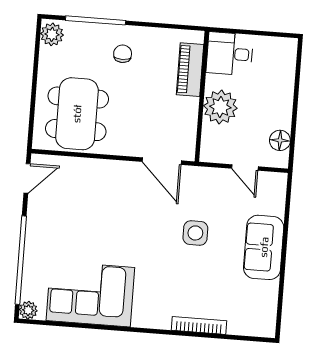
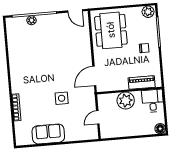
dining table: (77, 114) -> (111, 30), turned 90
floor lamp: (280, 140) -> (160, 129), moved
sofa: (264, 247) -> (48, 134), moved
corner sofa: (90, 294) -> (23, 51), removed
plant: (28, 310) -> (32, 20), moved

